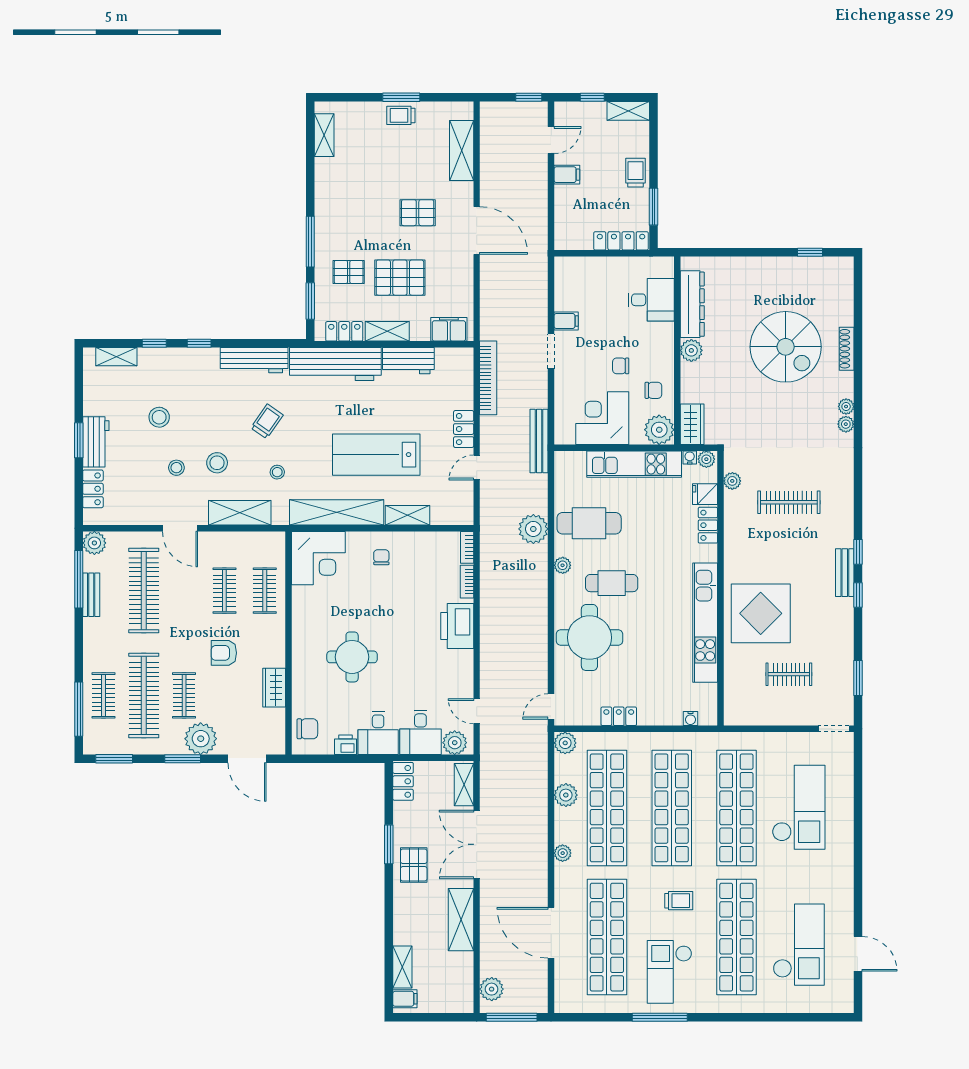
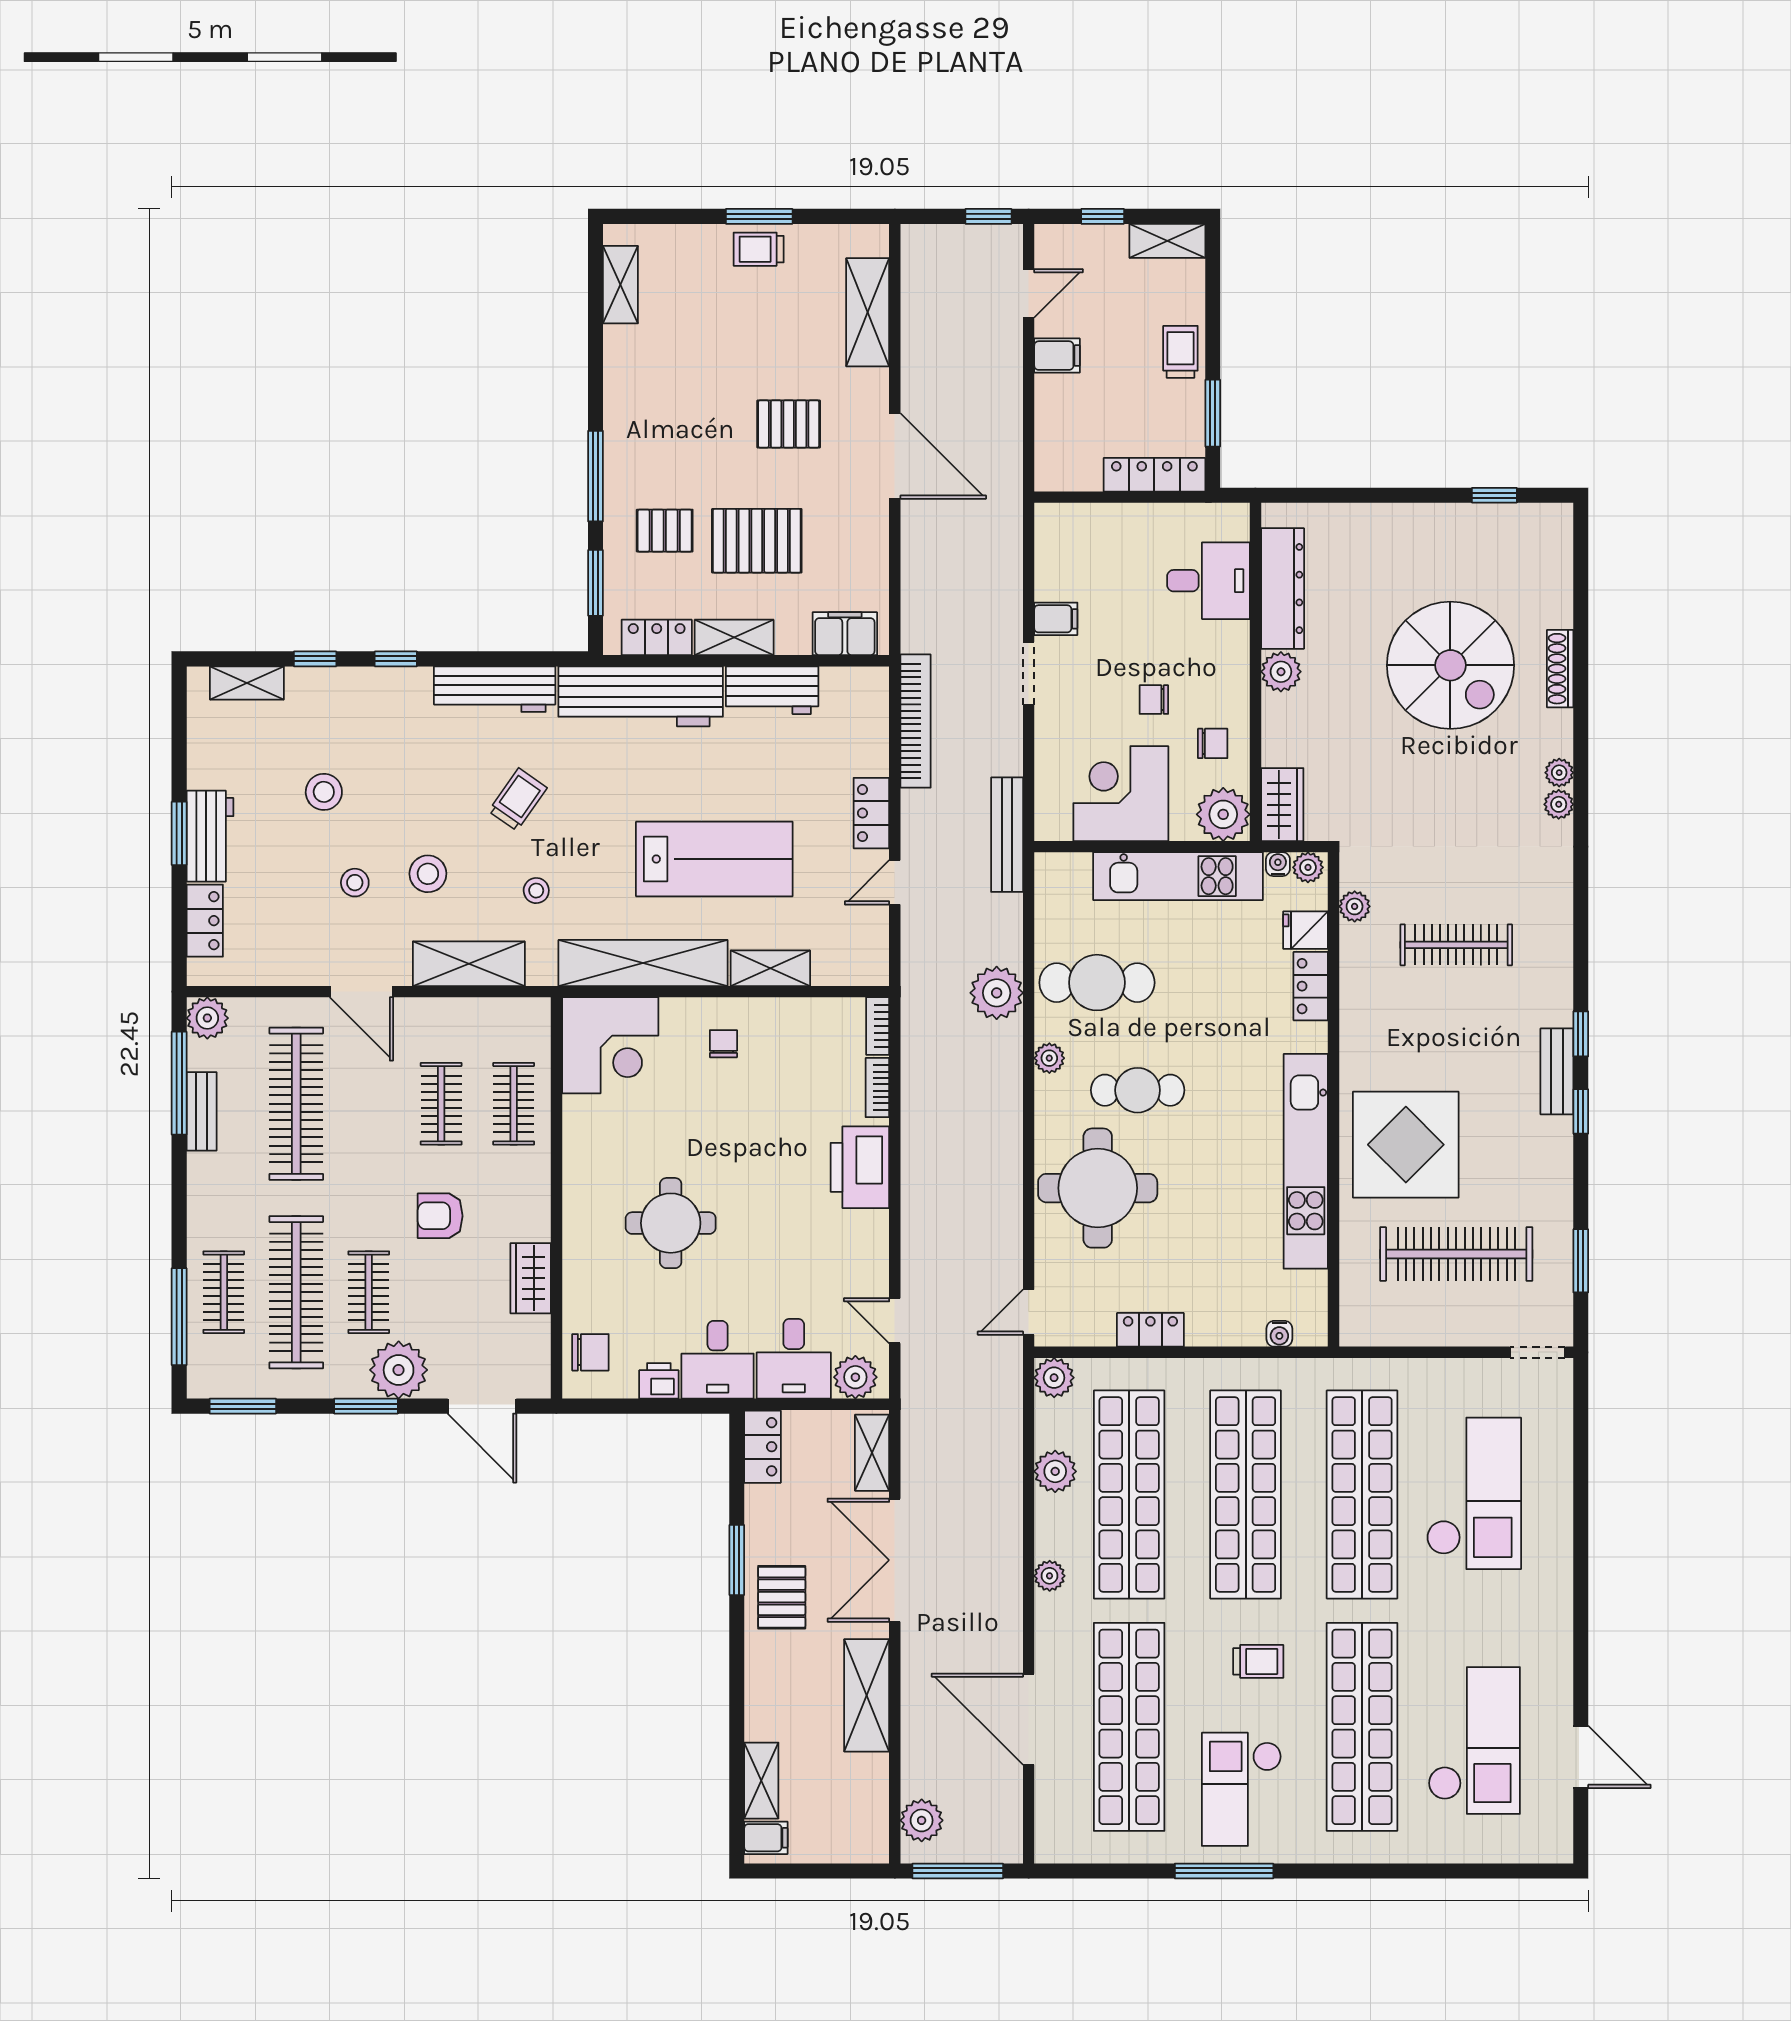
lab bench: (376, 455) -> (714, 859), turned 180
clothes rail: (789, 674) -> (1456, 1254), width x1.86, depth x1.31

